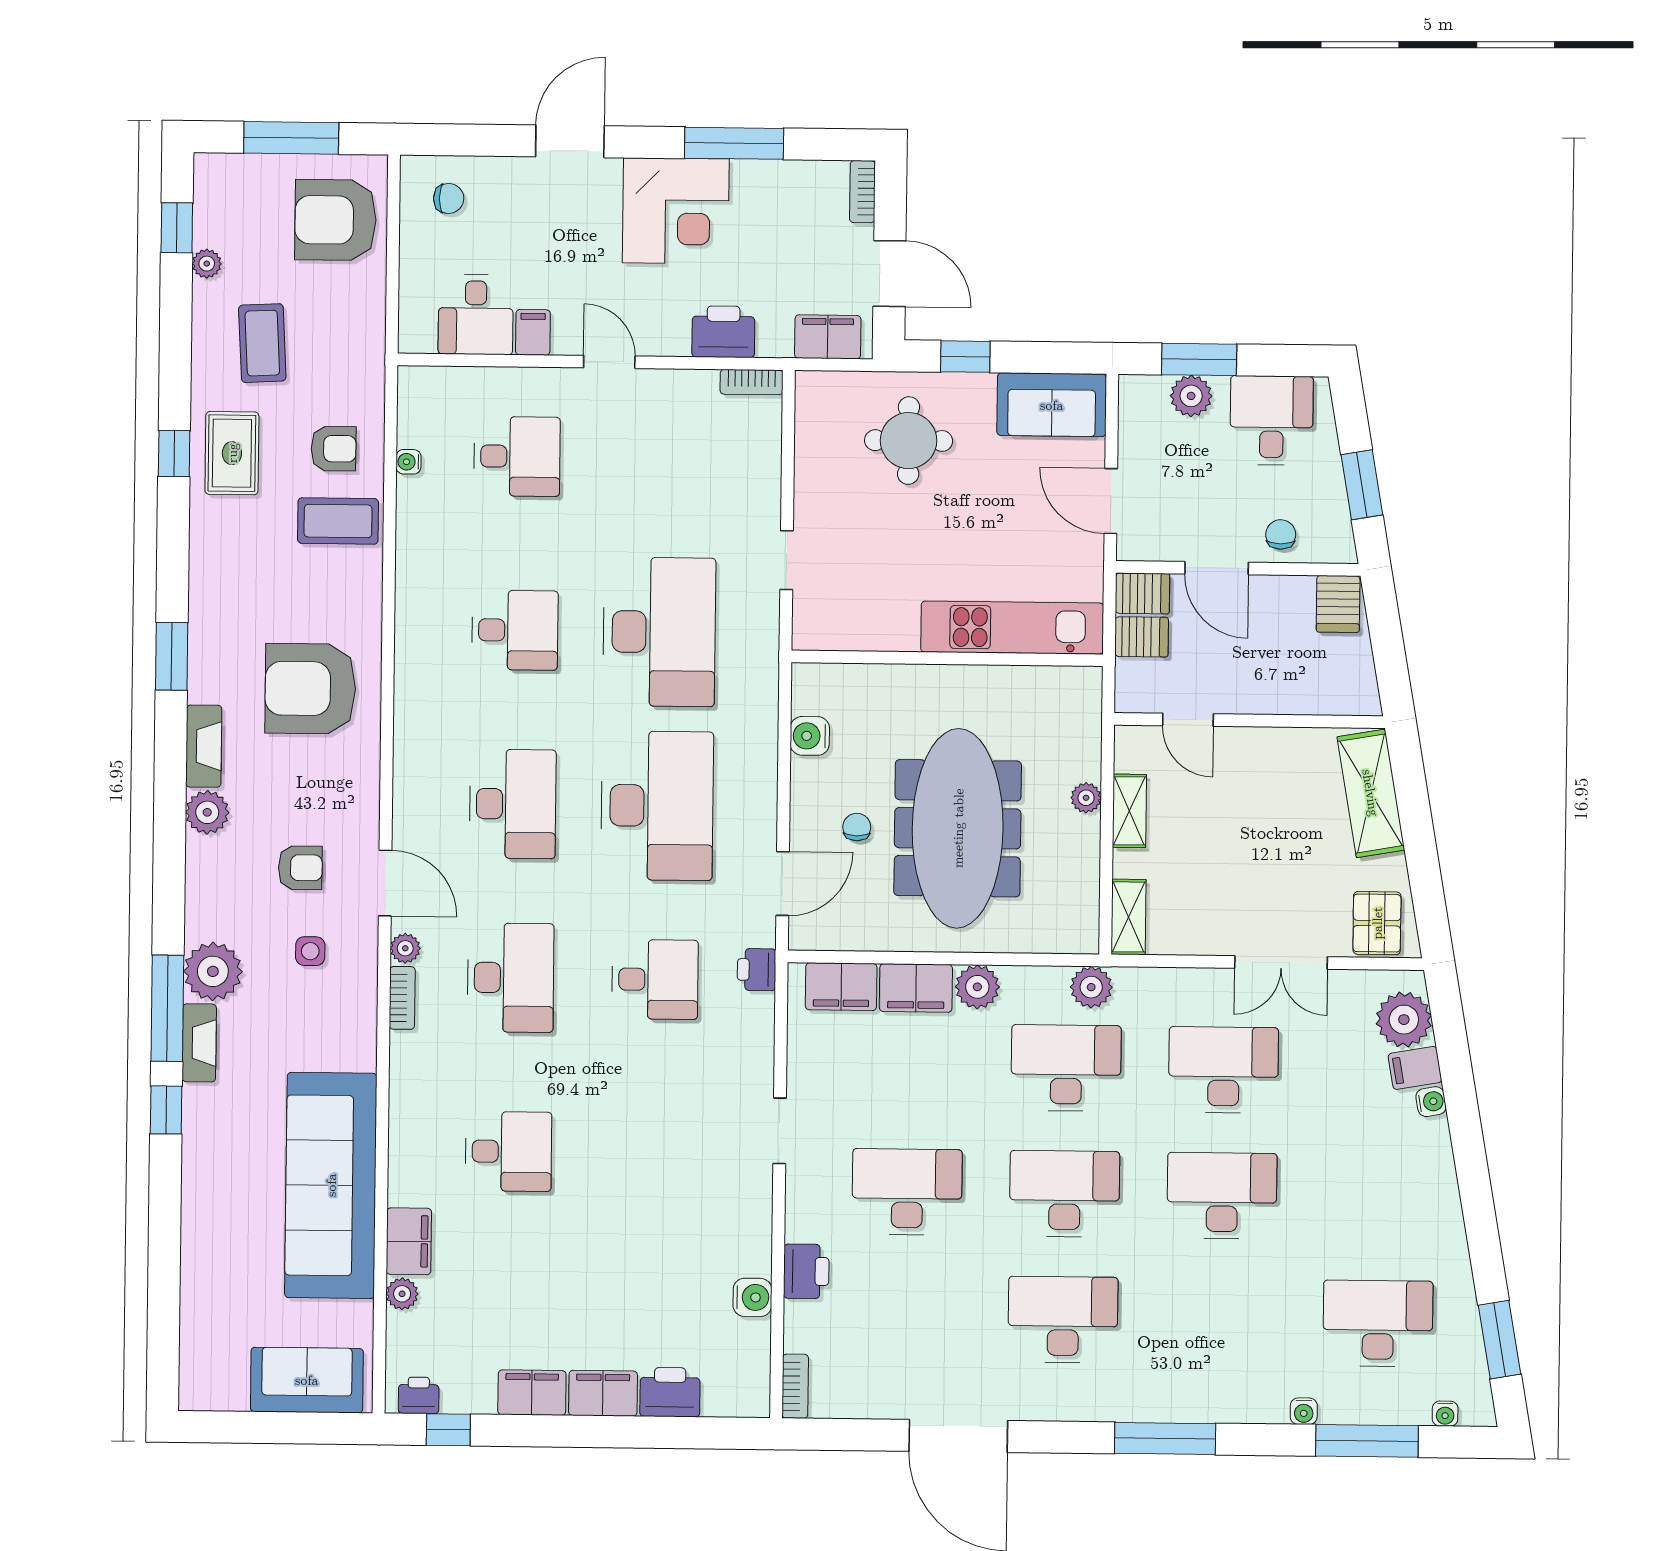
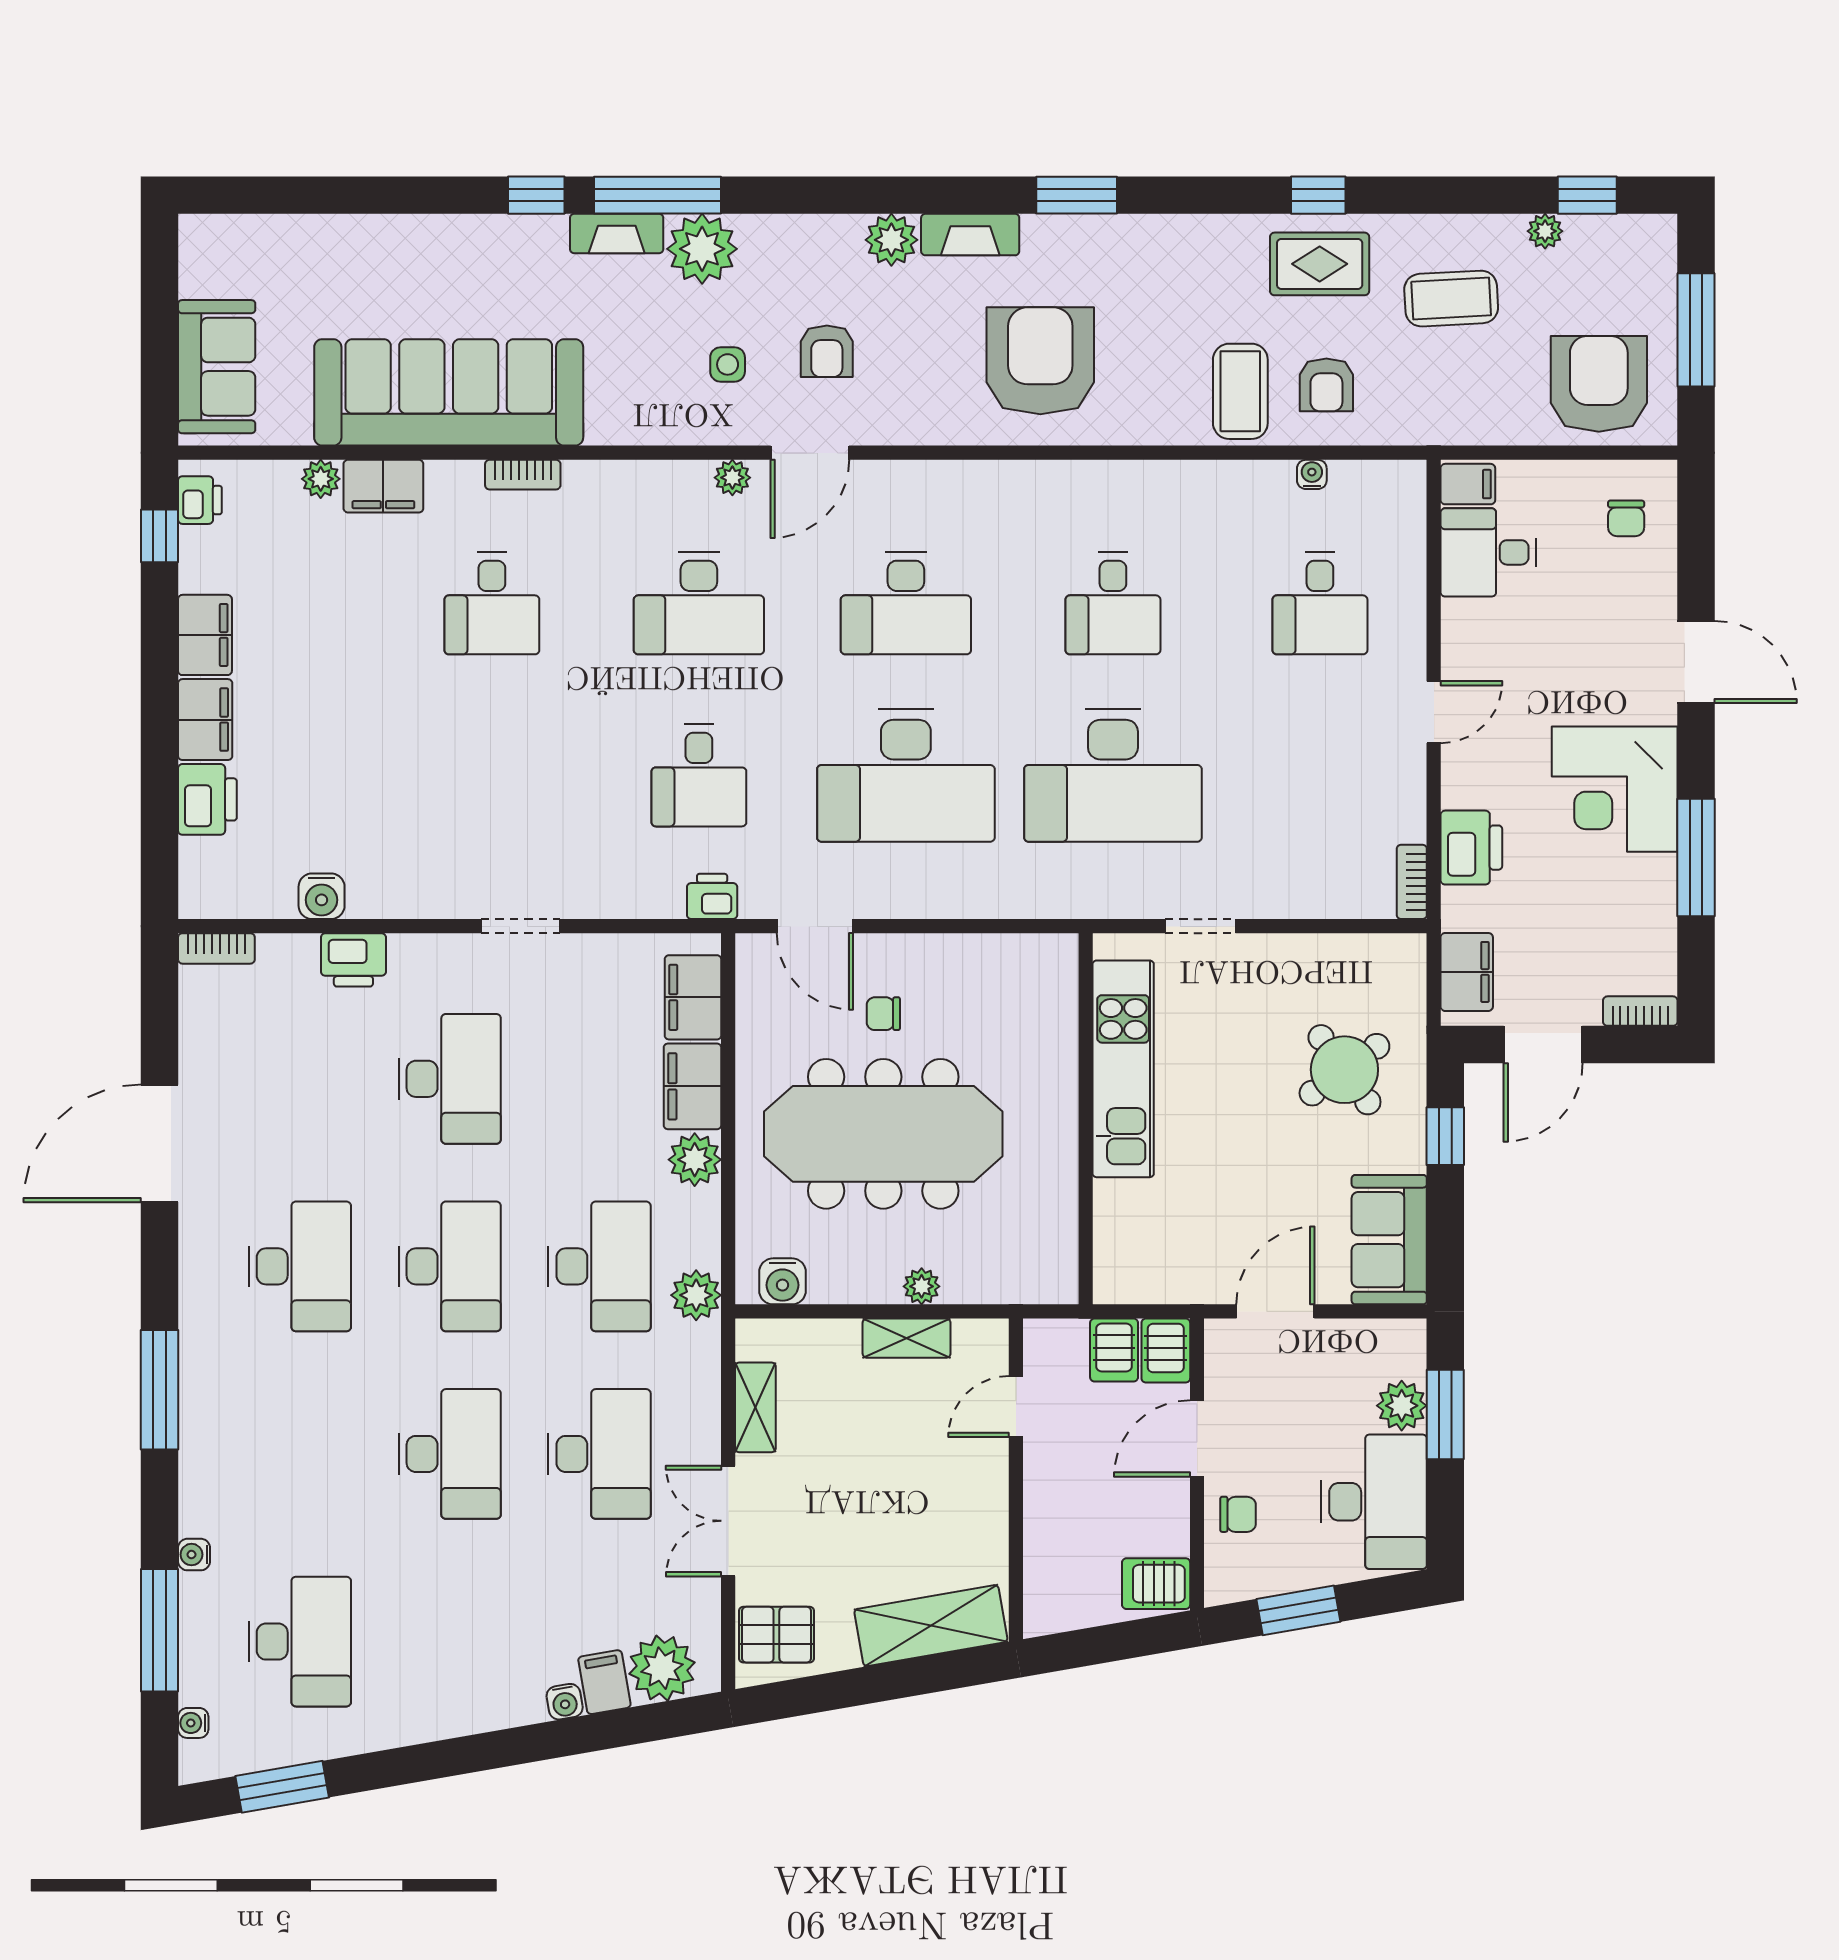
filing cabinet: (533, 332) -> (1468, 484), moved
desk: (1272, 420) -> (1374, 1502), width x1.37
round table: (909, 441) -> (1344, 1070), turned -36
kitchen unit: (1012, 628) -> (1123, 1069), moved
water cooler: (810, 736) -> (782, 1281), moved, turned 180
chair: (857, 827) -> (883, 1014), turned 180
shelving: (1129, 917) -> (755, 1407), moved, turned 90
bookcase: (402, 998) -> (523, 475), moved

